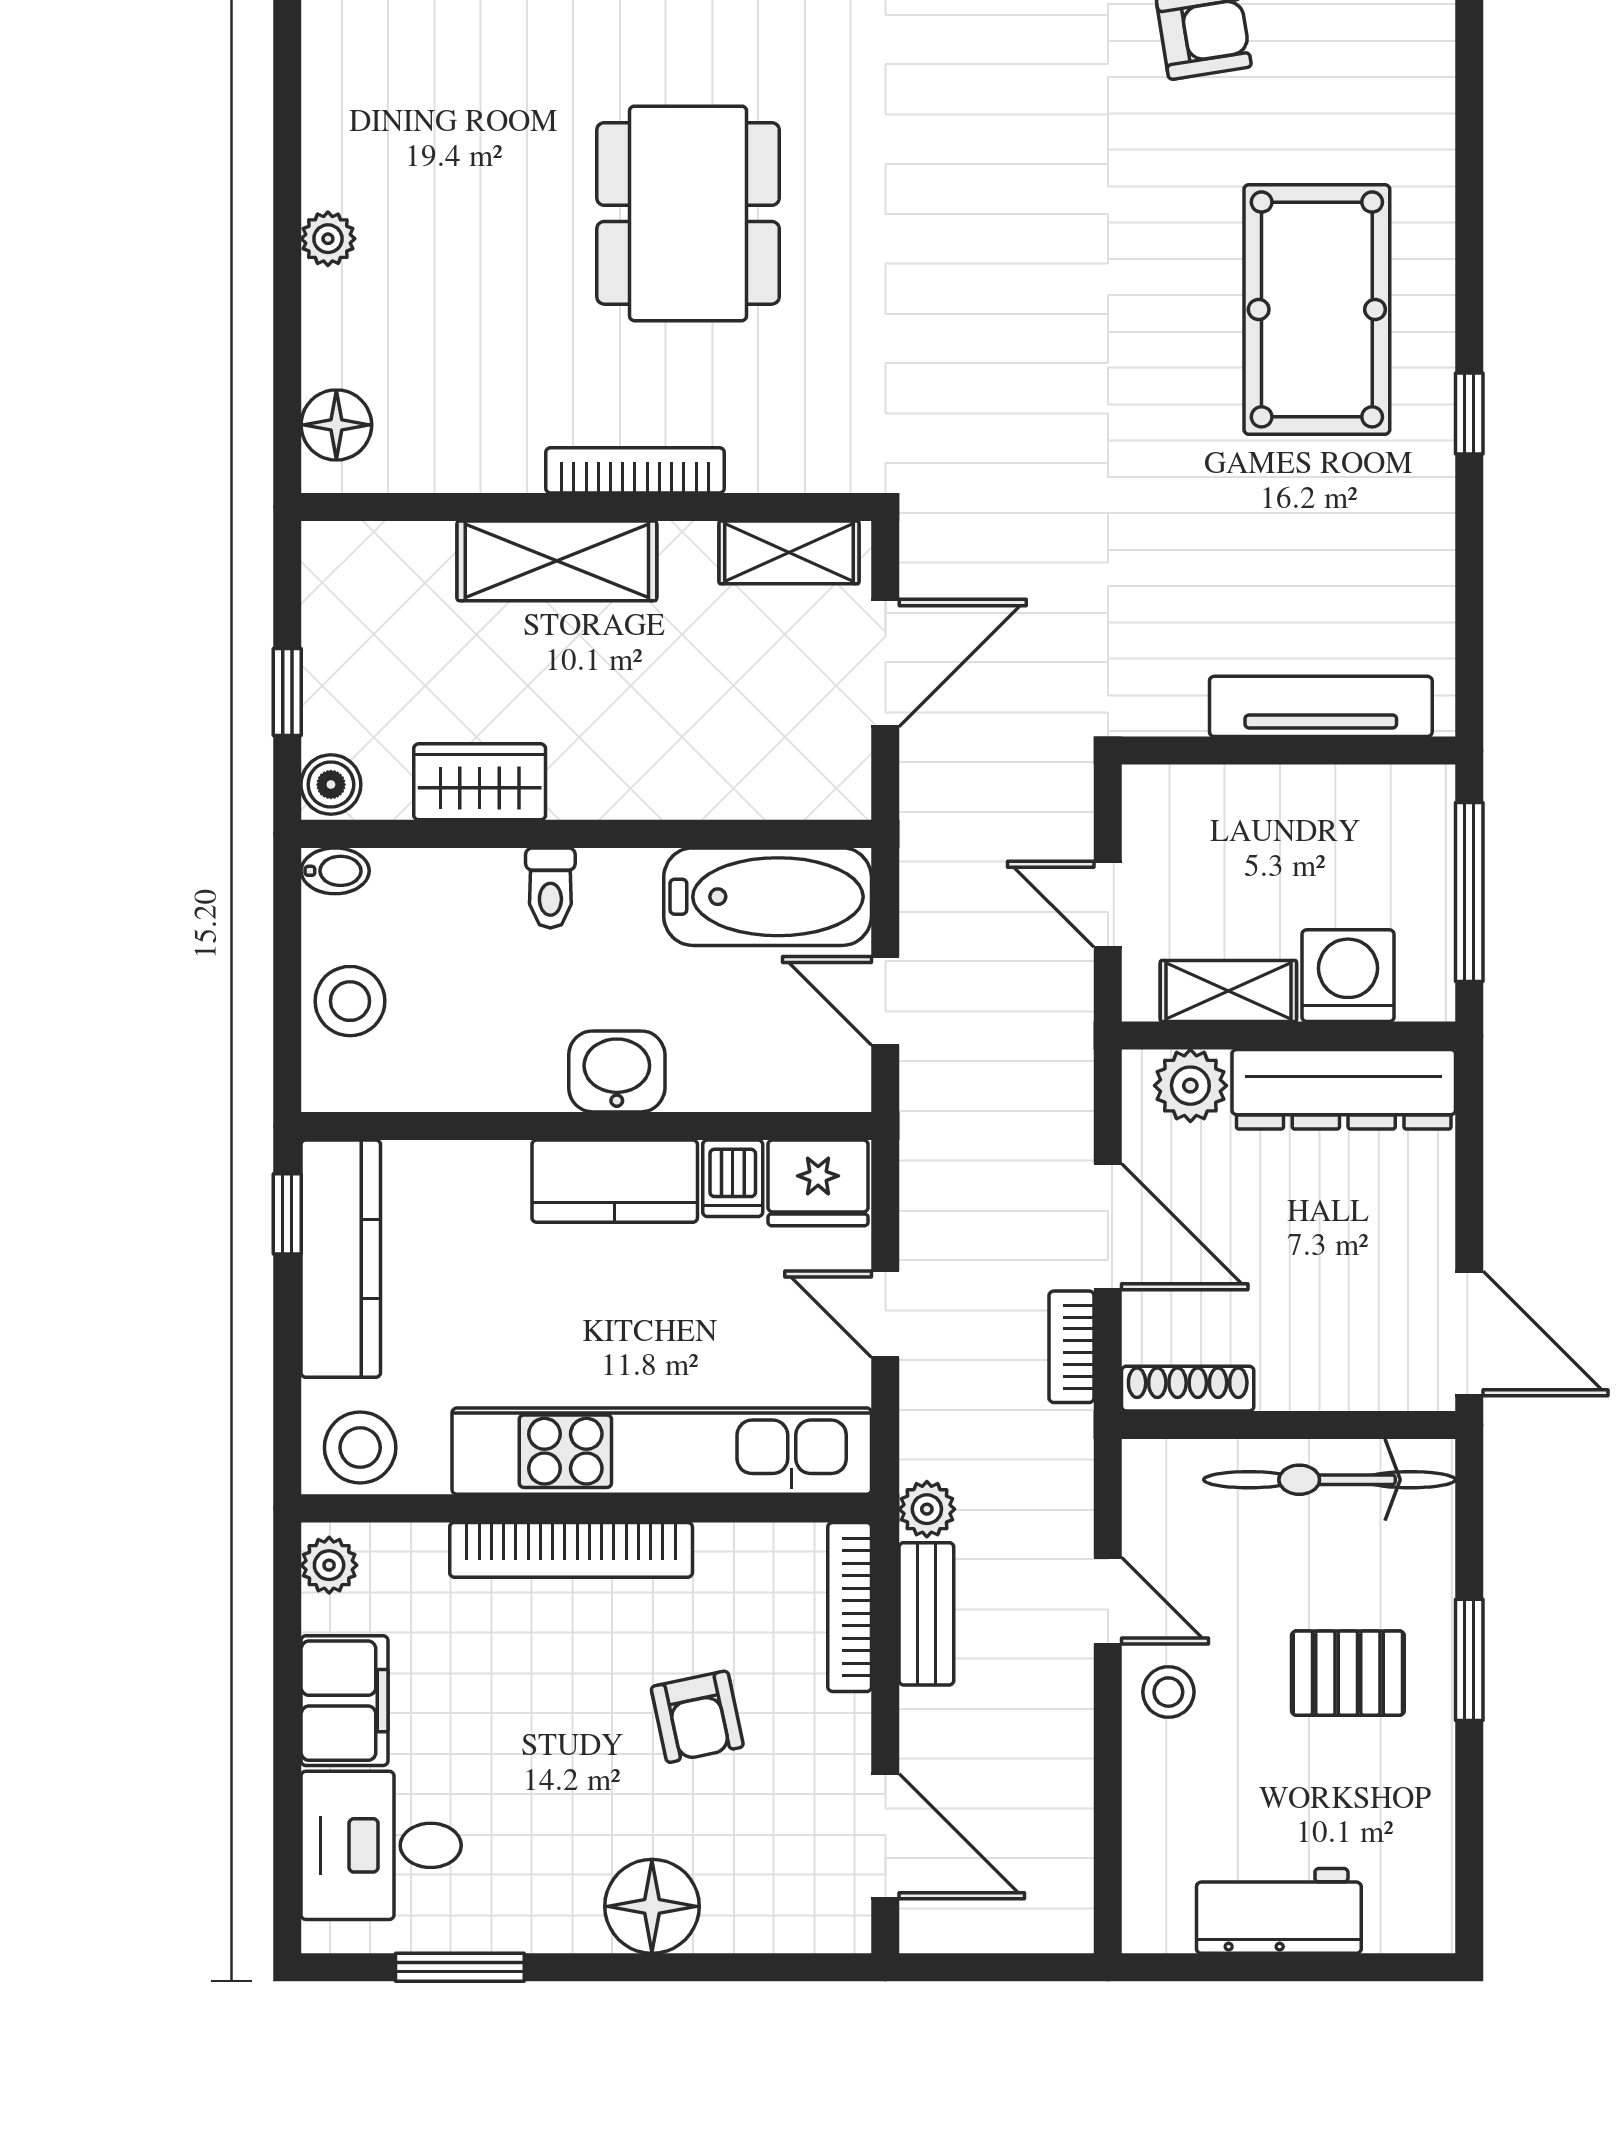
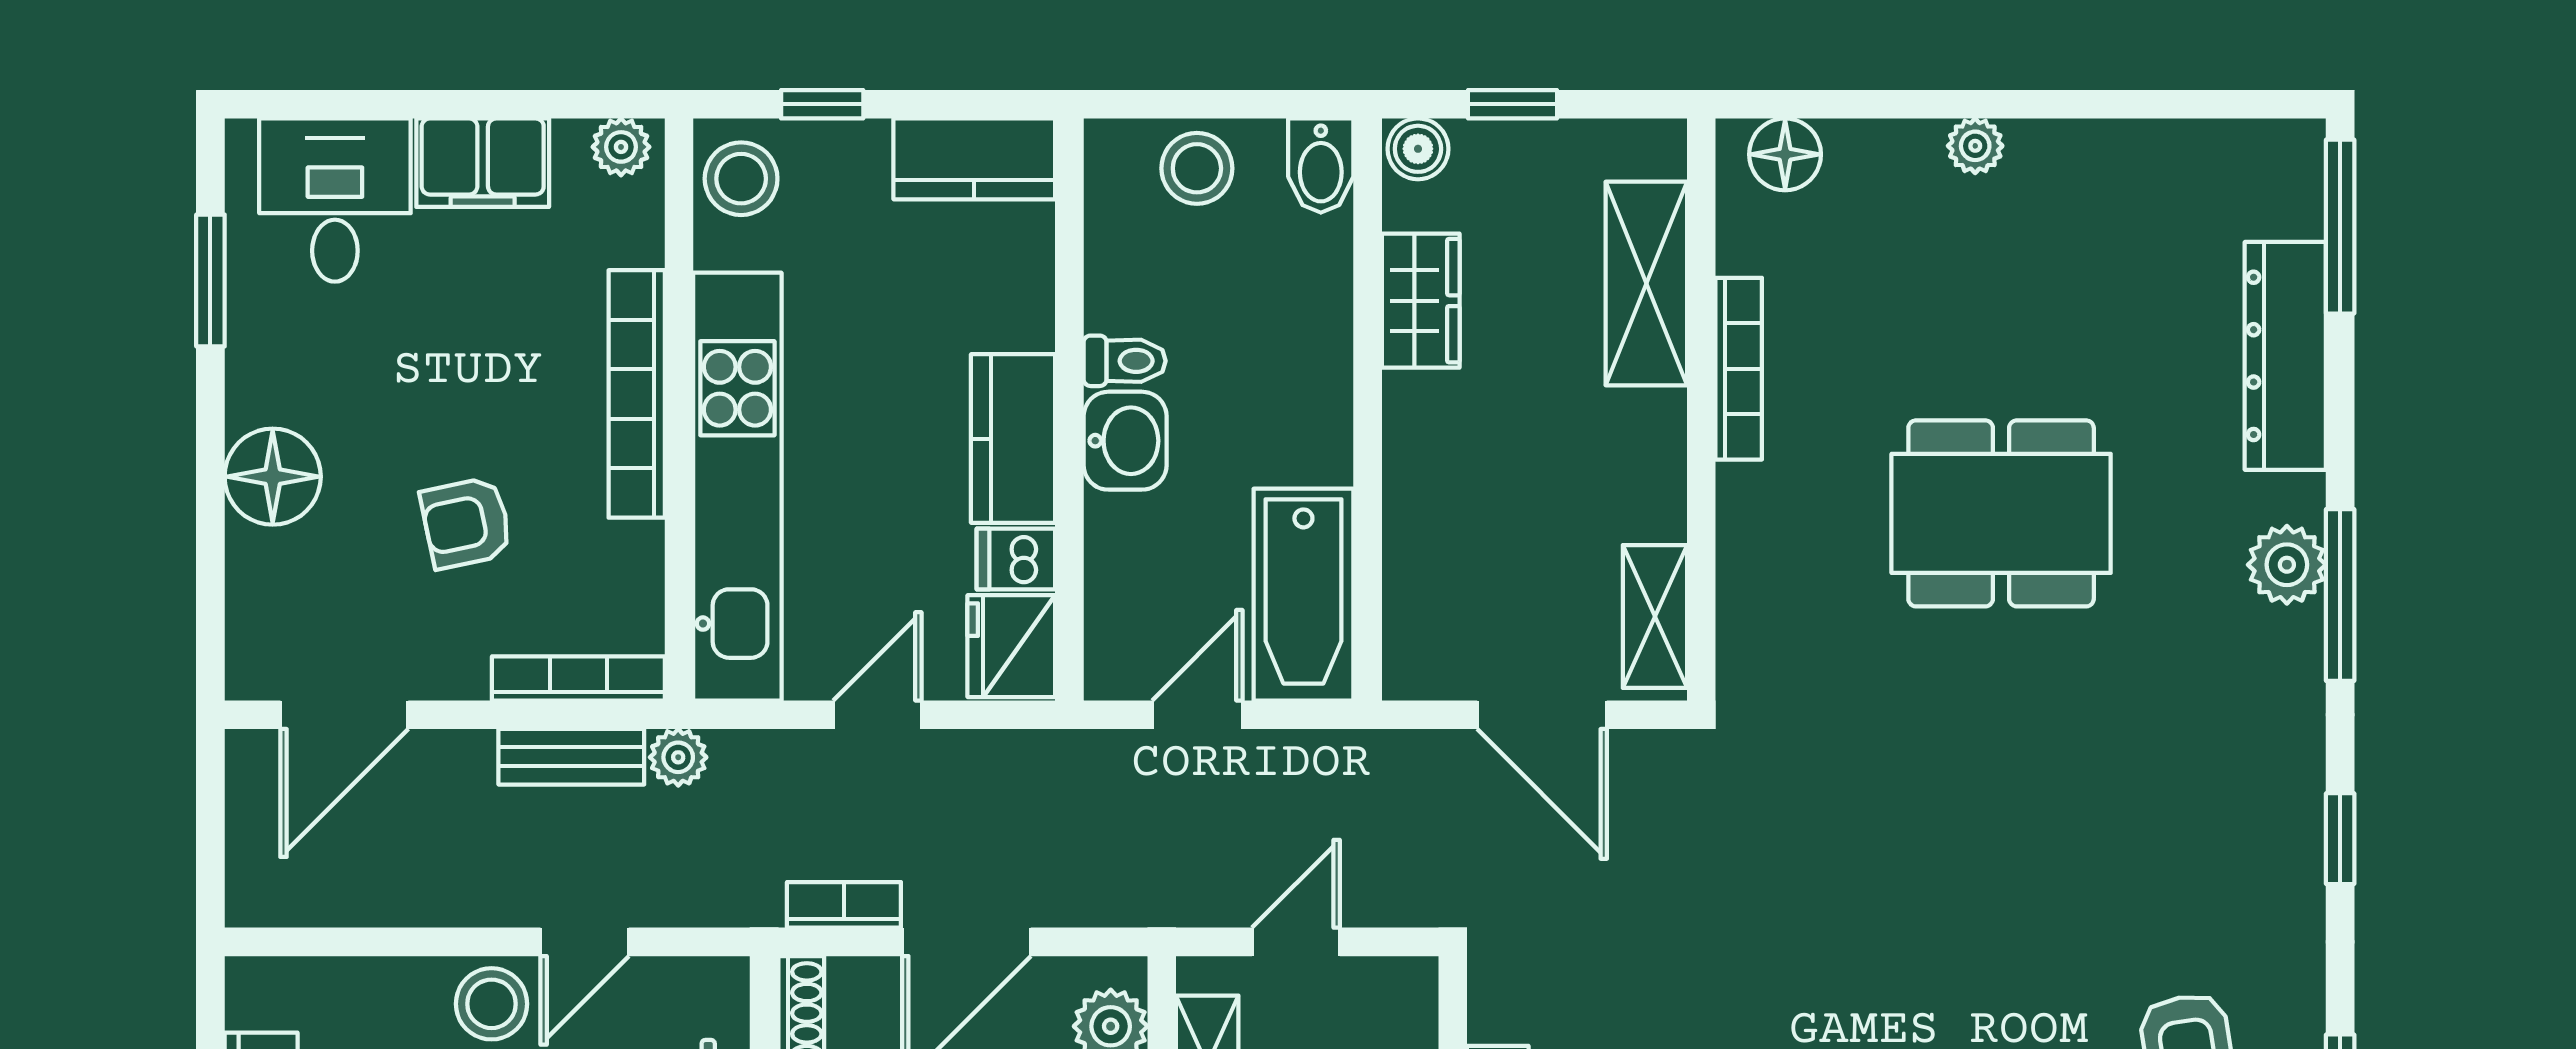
bookcase: (635, 470) -> (1739, 369), moved
shelving: (557, 561) -> (1646, 283), moved
bidet: (335, 871) -> (1321, 166), width x1.38, depth x1.36
toilet: (550, 888) -> (1125, 361), moved, turned 180
window: (287, 1214) -> (822, 104), moved
kitchen counter: (341, 1259) -> (974, 159), width x0.67
stool: (1168, 1692) -> (492, 1004), width x1.37, depth x1.37

